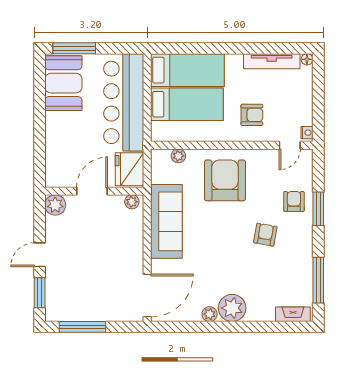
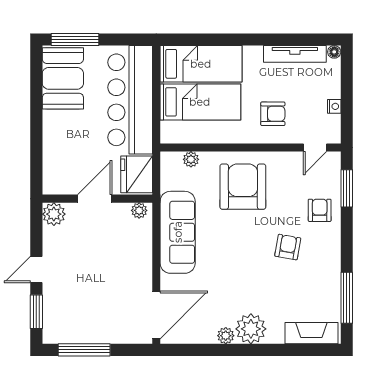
nightstand: (307, 133) -> (334, 106), moved
window: (318, 209) -> (347, 188), moved
fireplace: (293, 314) -> (311, 333), width x1.37, depth x1.32

